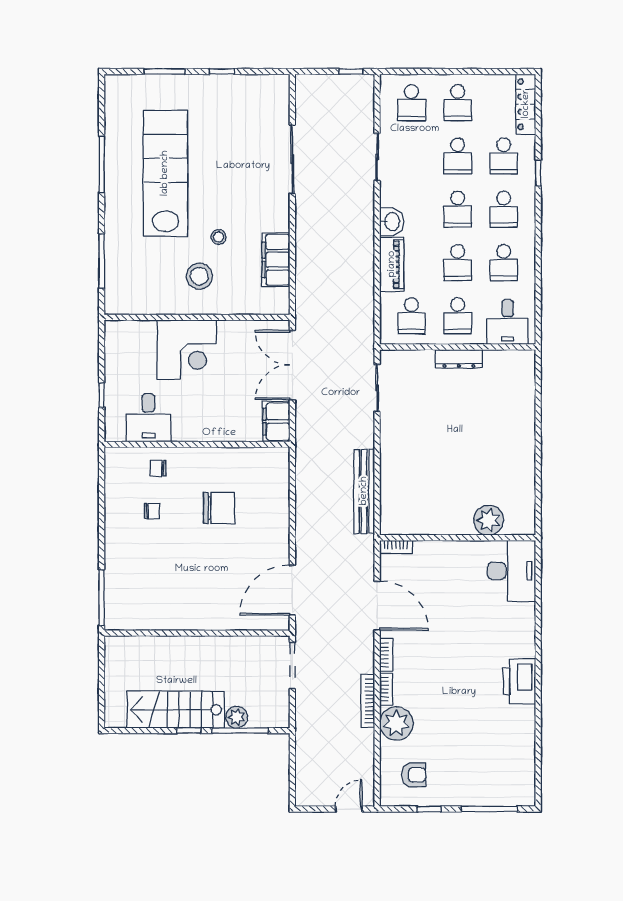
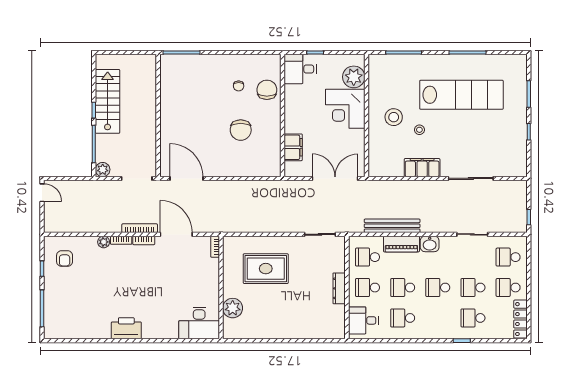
locker: (526, 104) -> (520, 319), moved, turned -90
school desk: (504, 209) -> (438, 318), removed
filing cabinet: (276, 260) -> (422, 168), moved
plant: (138, 337) -> (354, 77), added
desk: (149, 418) -> (300, 69), moved
filing cabinet: (276, 422) -> (293, 147), moved, turned 90
chair: (158, 468) -> (267, 90), width x1.87, depth x1.87
rug: (429, 470) -> (266, 269), added
bench: (364, 491) -> (392, 226), moved
door: (377, 606) -> (176, 234), swing flipped
bookcase: (368, 701) -> (140, 228), moved
plant: (237, 717) -> (103, 170), moved
plant: (396, 723) -> (104, 242), width x0.53, depth x0.53
door: (349, 809) -> (42, 193), moved

